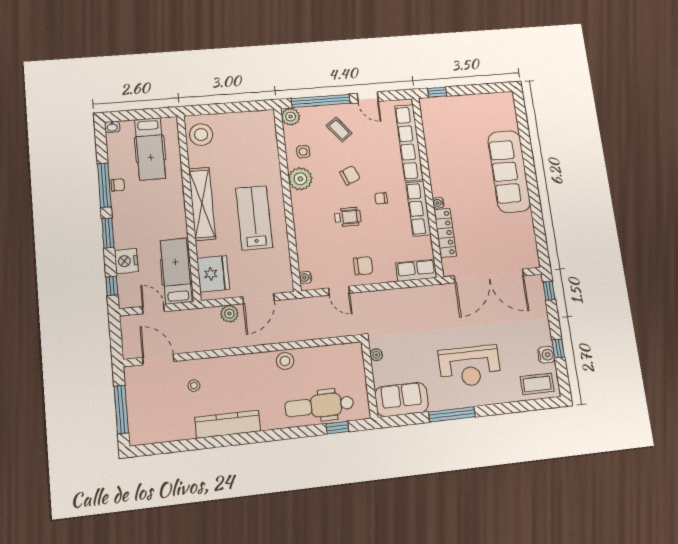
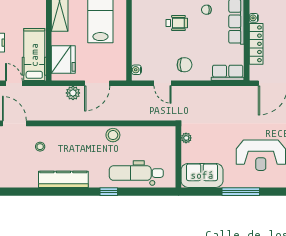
window: (337, 428) -> (109, 192), moved

